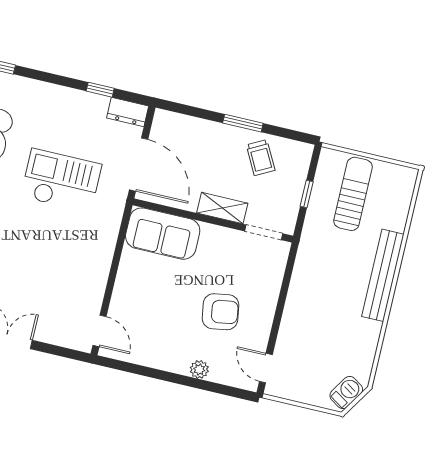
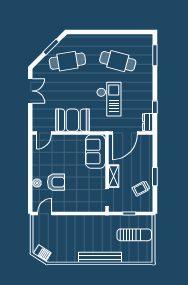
booth: (87, 266) -> (72, 120), added
armchair: (221, 312) -> (56, 182), moved, turned -81

